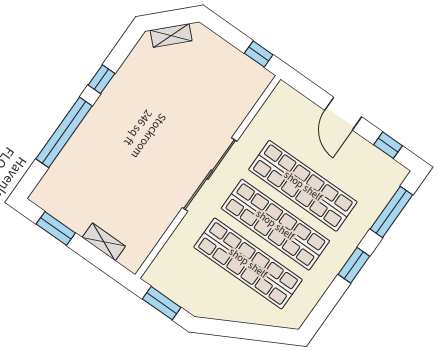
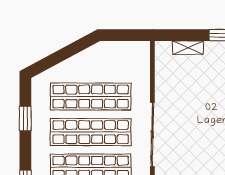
window: (354, 265) -> (25, 119), moved
window: (162, 303) -> (126, 35), removed

